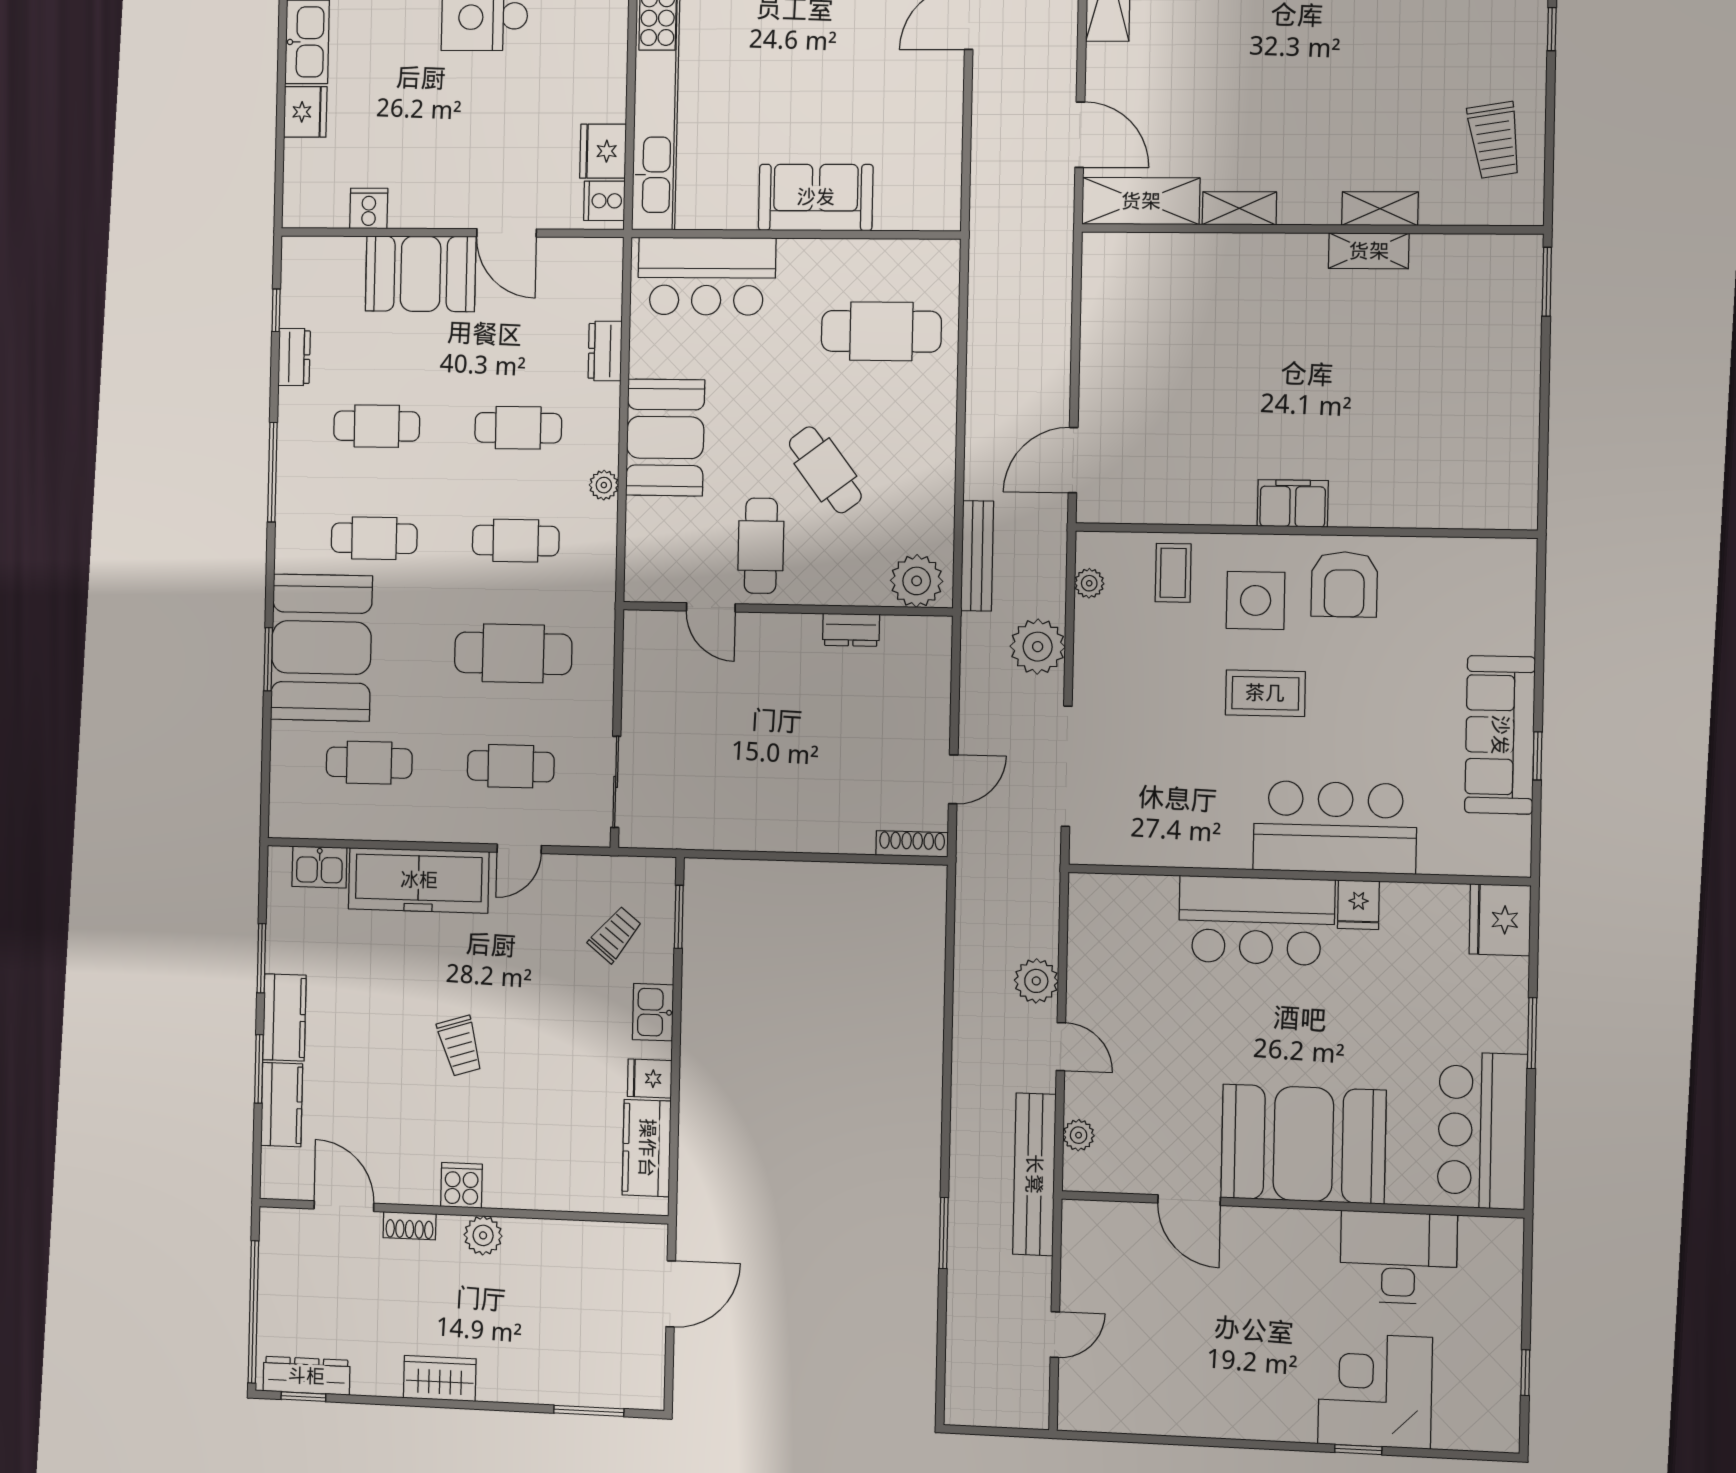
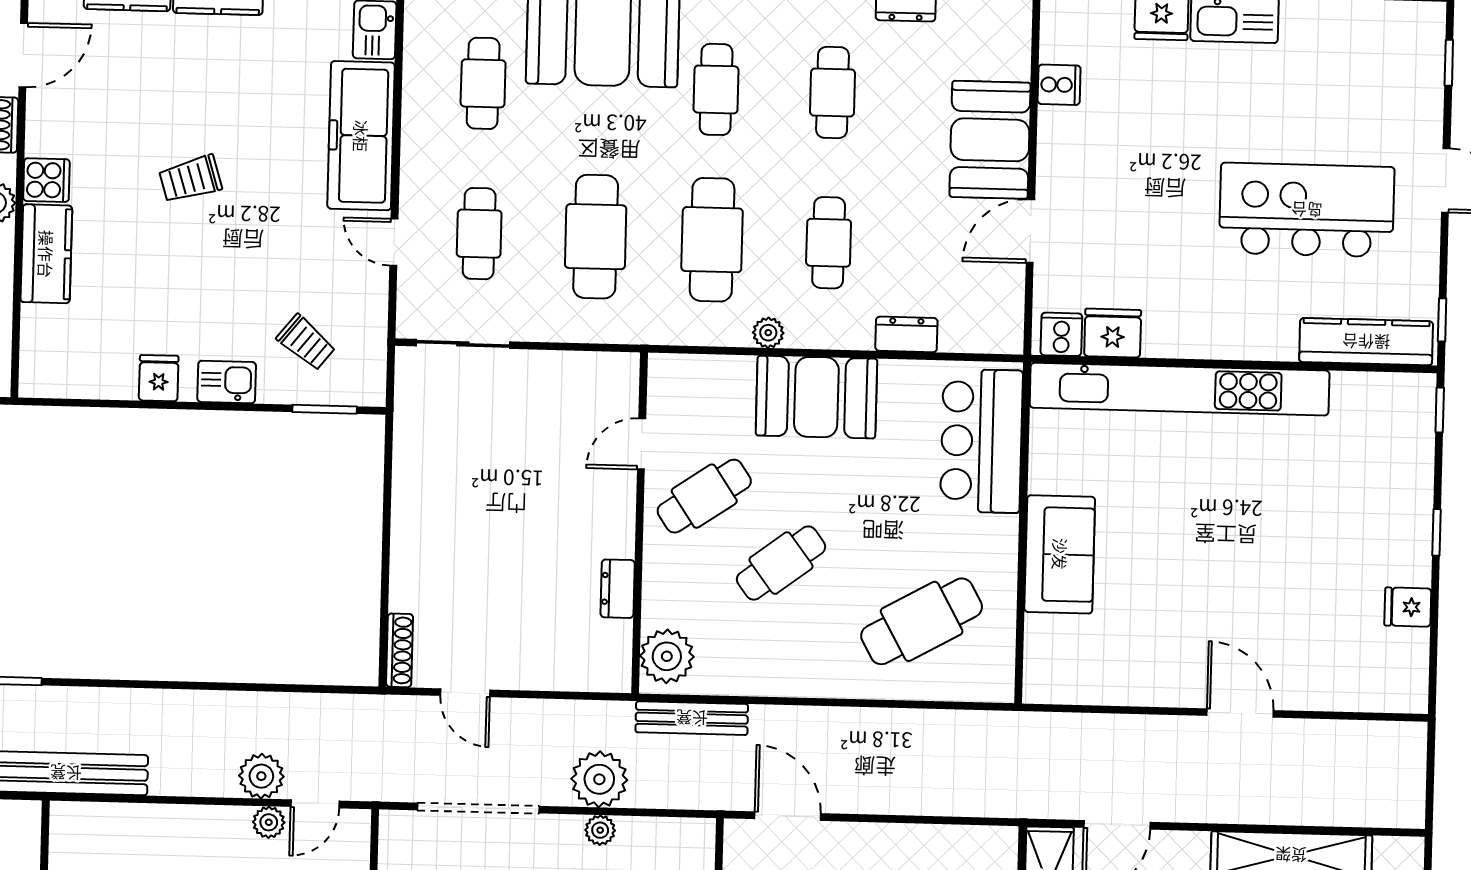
cafe table: (881, 331) -> (922, 621), turned 61
cafe table: (516, 541) -> (712, 240), width x1.37, depth x1.35
cafe table: (761, 546) -> (704, 496), turned -34
plant: (1089, 583) -> (600, 830), moved
door: (1061, 1047) -> (315, 804), moved
plant: (1079, 1135) -> (269, 822), moved
kitchen counter: (647, 1148) -> (46, 254), moved, turned 90

